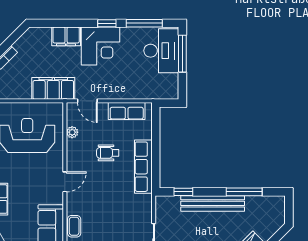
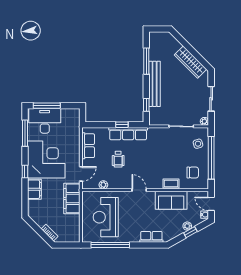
window: (107, 23) -> (25, 172), moved
corner desk: (101, 46) -> (46, 160), width x1.36, depth x1.36
window: (156, 158) -> (122, 125), added

